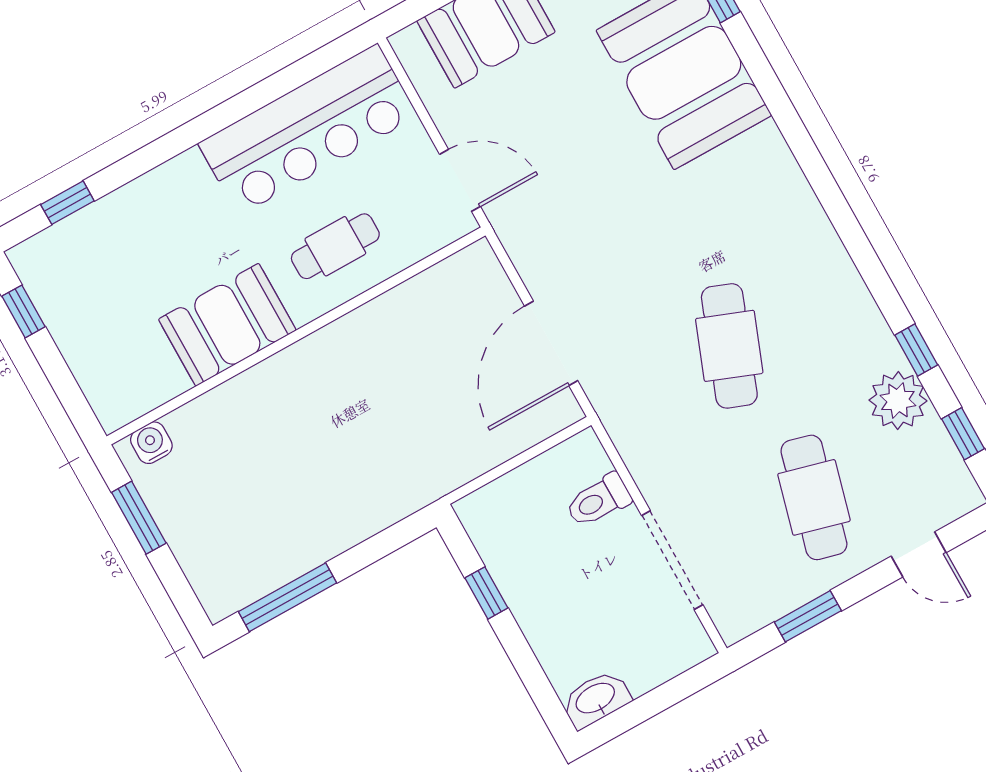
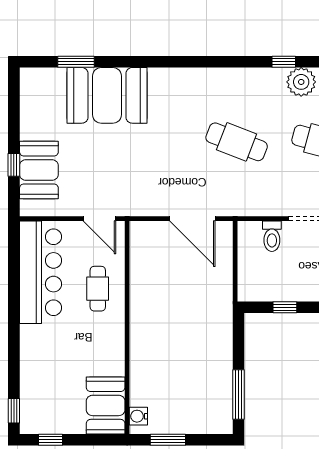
door: (460, 180) -> (99, 219), swing flipped
window: (67, 203) -> (14, 411), moved
booth: (227, 325) -> (106, 405), moved

